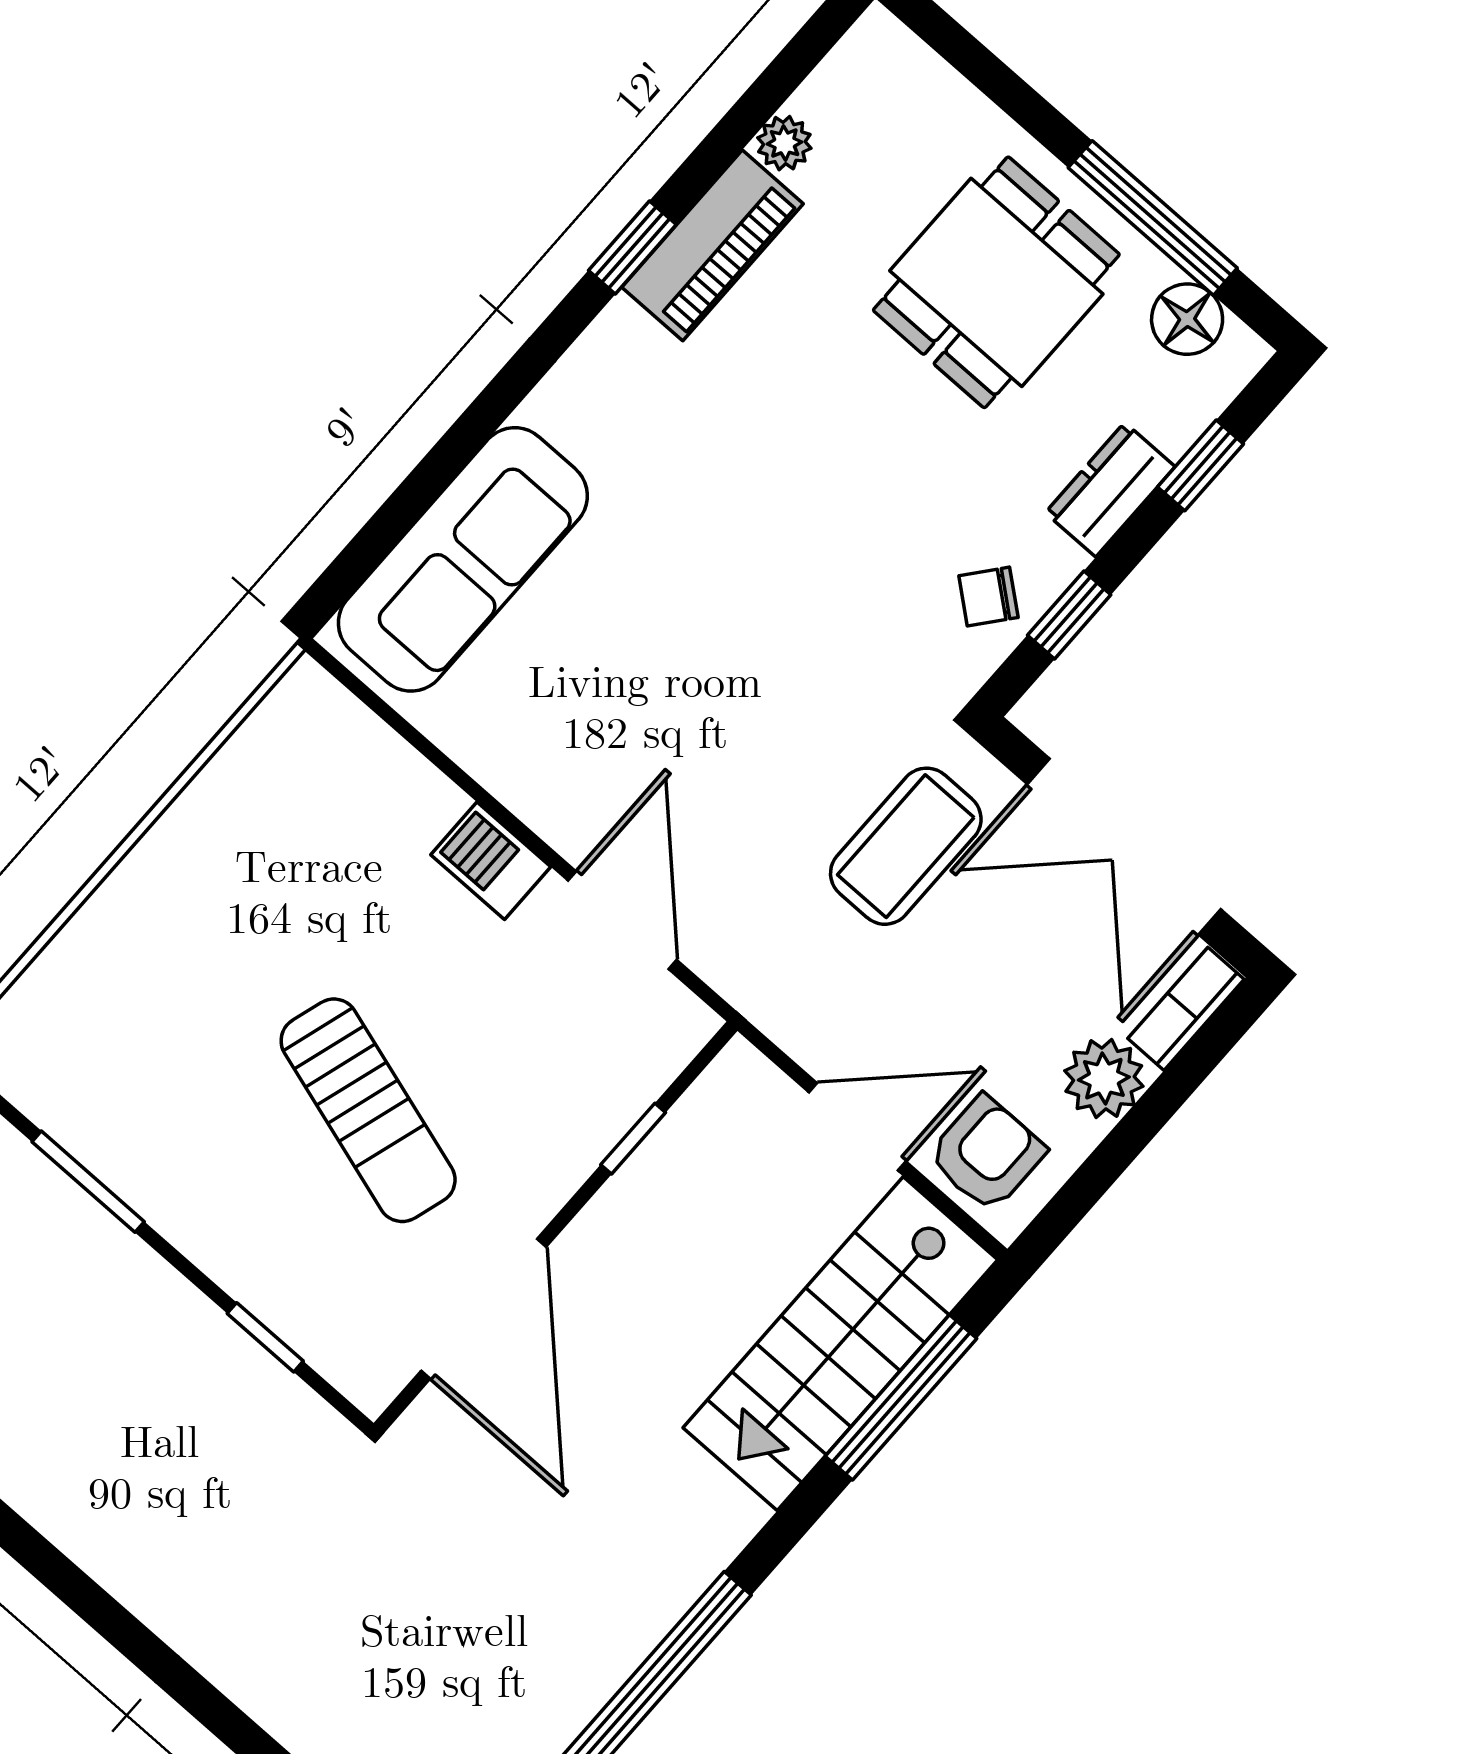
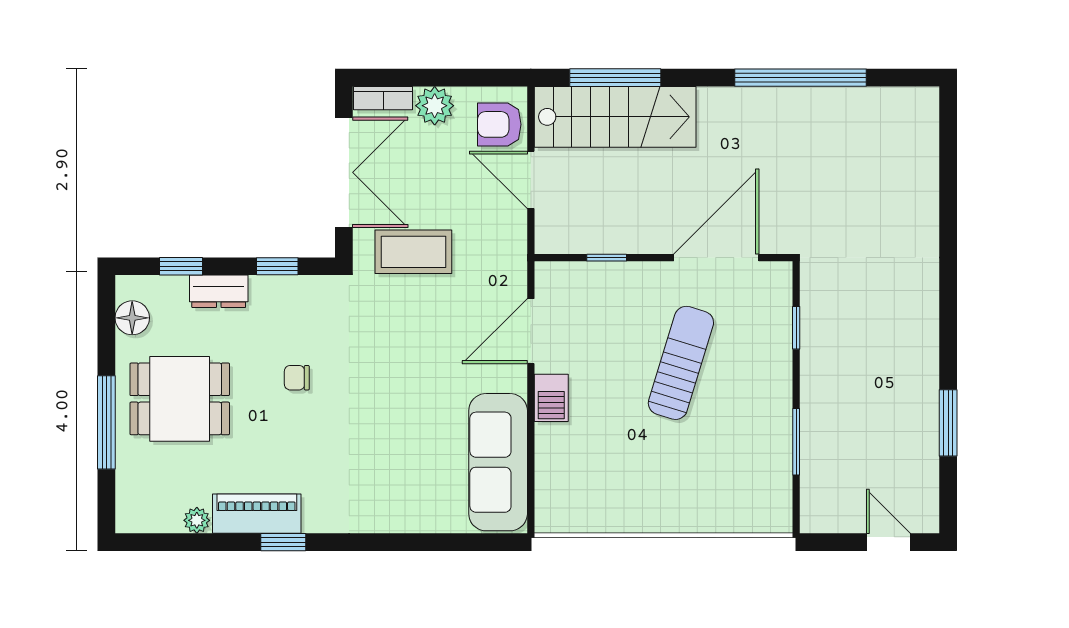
window: (1153, 218) -> (106, 422), moved
sofa: (463, 559) -> (498, 462), moved, turned -90
chair: (988, 597) -> (297, 378), moved, turned 141

